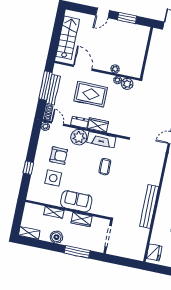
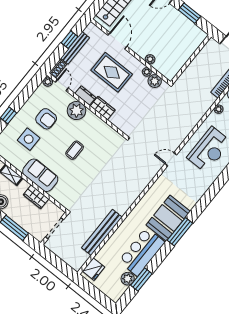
window: (46, 86) -> (70, 40), width x0.46
fireplace: (101, 140) -> (98, 125), removed
coffee table: (105, 167) -> (75, 150), moved
bench: (149, 206) -> (102, 232), moved

